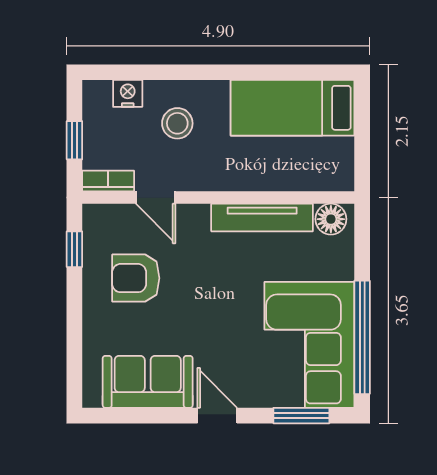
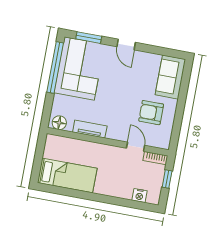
stool: (177, 123) -> (120, 178), removed
tv unit: (262, 217) -> (90, 129), width x0.71
window: (74, 249) -> (176, 130), removed
armchair: (136, 278) -> (151, 113), turned 180
sofa: (148, 382) -> (170, 77), moved, turned 90

